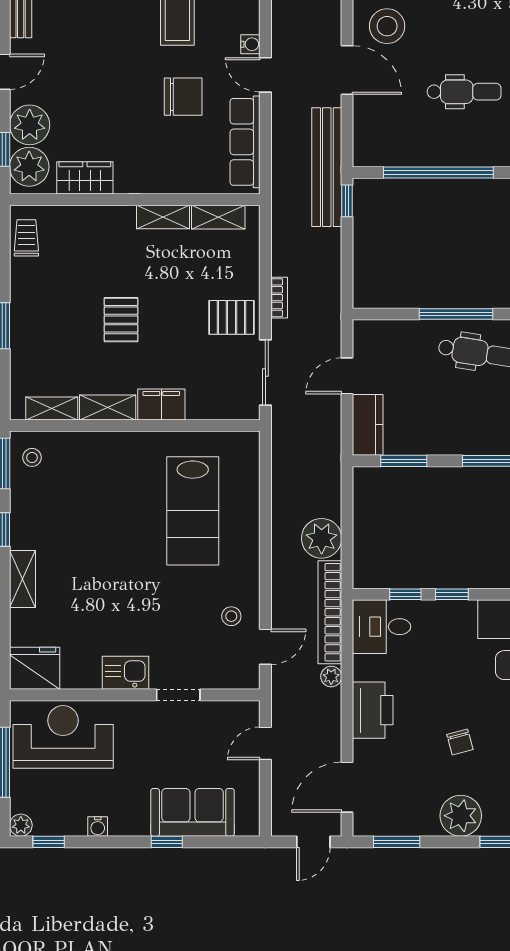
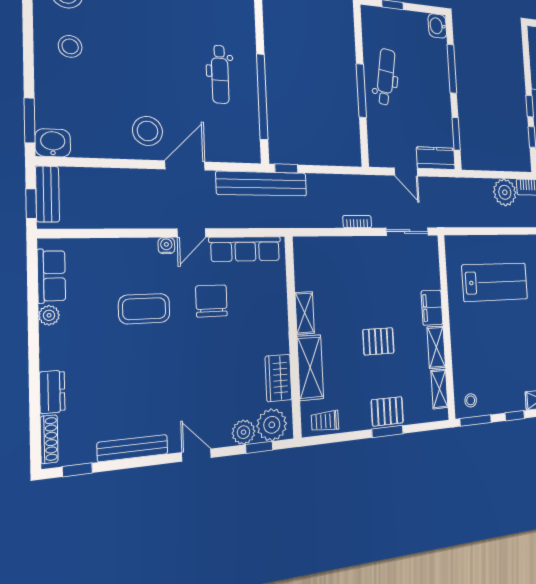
dental chair: (464, 92) -> (220, 74), moved, turned 180
plant: (30, 125) -> (243, 432), width x0.73, depth x0.73
shelving: (218, 217) -> (310, 368), moved, width x1.50, depth x1.33
pallet: (232, 317) -> (387, 411), moved, turned 90

